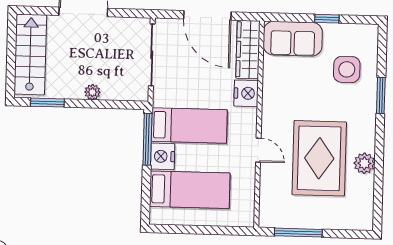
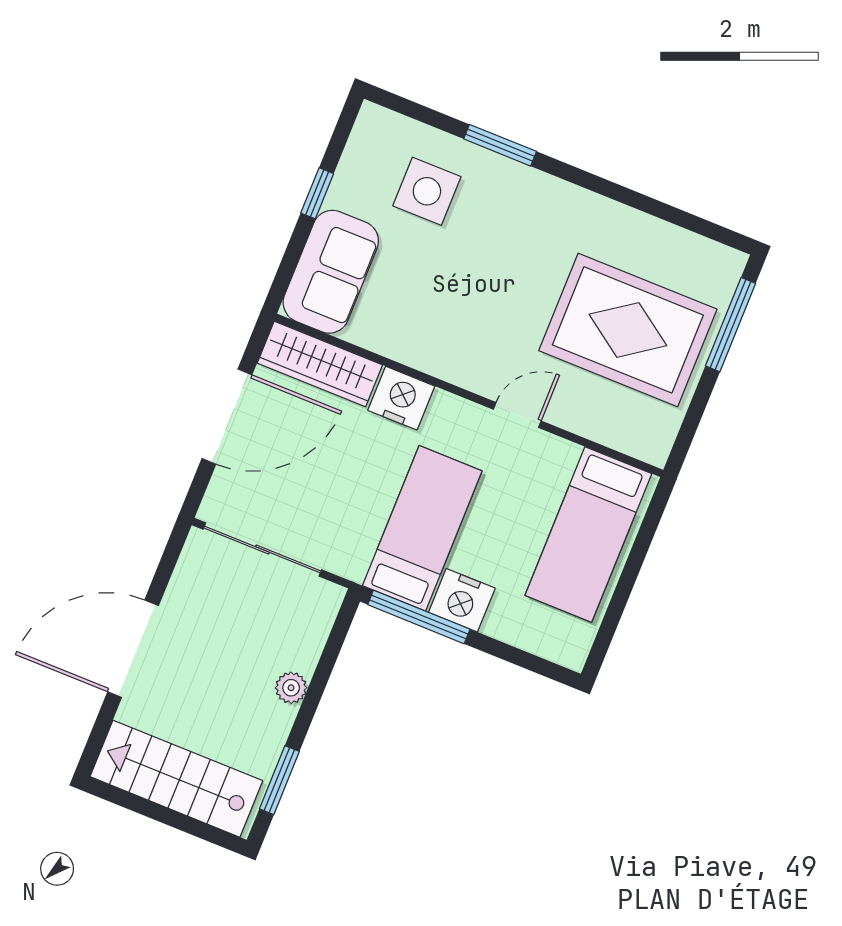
rug: (319, 158) -> (628, 330), moved
plant: (364, 163) -> (617, 224), removed
bed: (190, 190) -> (588, 534), moved, turned 180
window: (298, 233) -> (730, 325), moved

